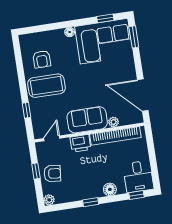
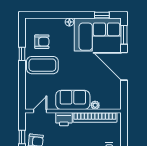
armchair: (42, 59) -> (42, 42), turned -90
door: (143, 95) -> (124, 66), moved
window: (27, 110) -> (22, 54), moved

